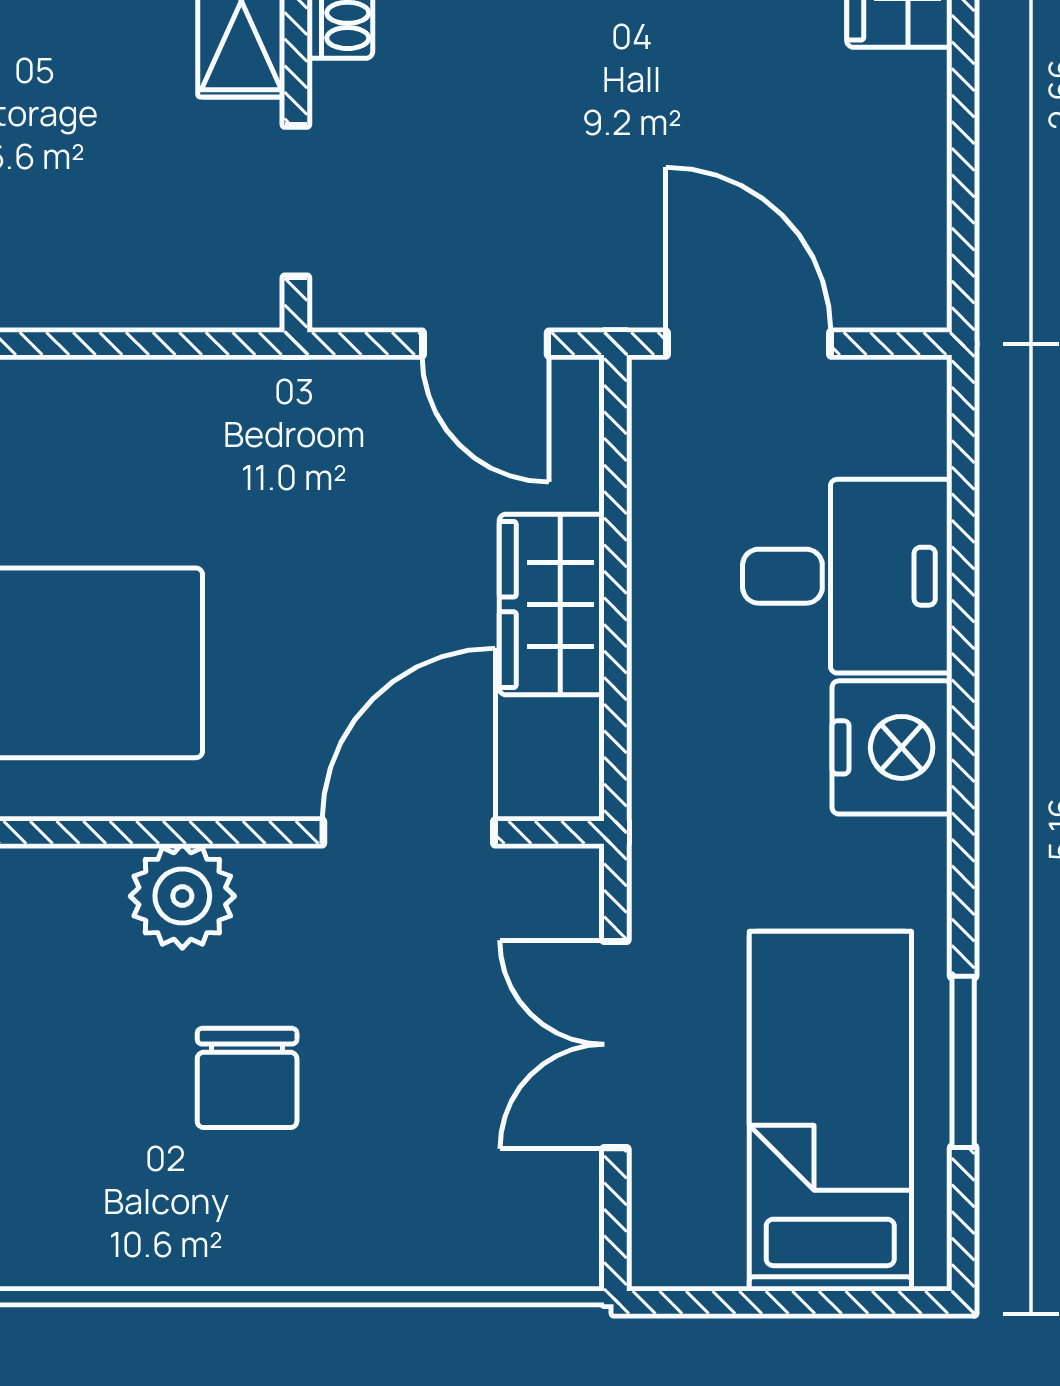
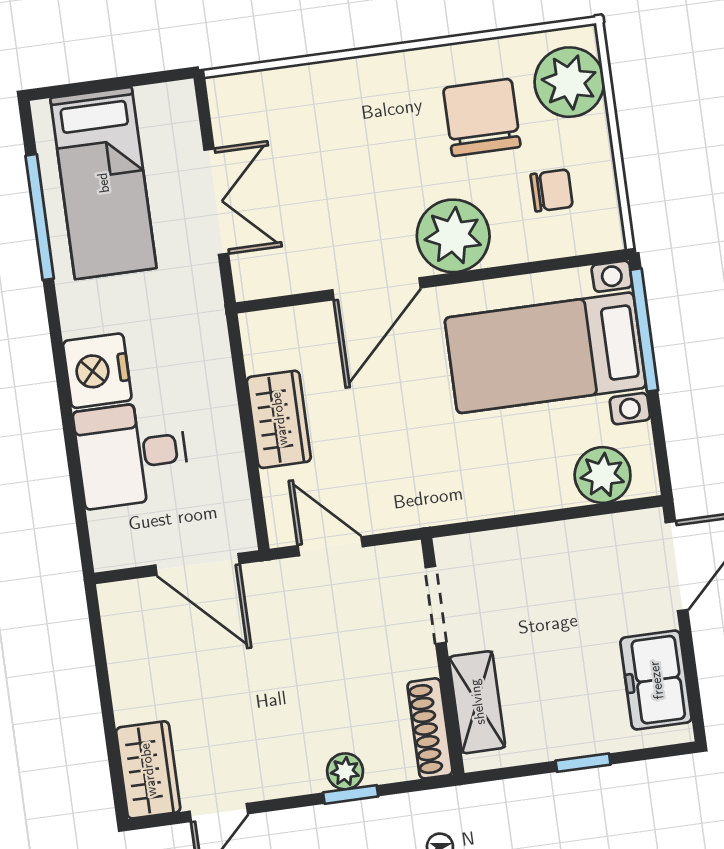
door: (409, 832) -> (376, 289), moved
plant: (182, 896) -> (453, 236), width x1.36, depth x1.36
window: (963, 1062) -> (40, 217), width x1.44
chair: (247, 1078) -> (482, 117), moved, width x1.37, depth x1.37

